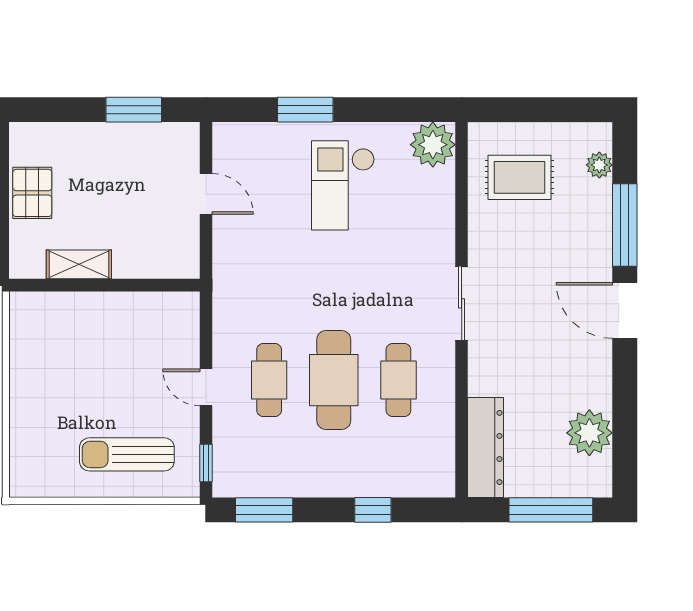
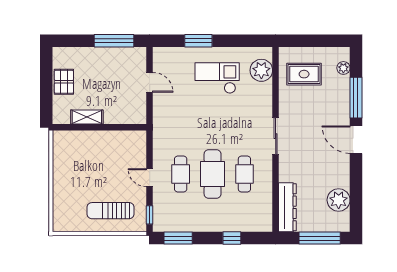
window: (134, 110) -> (114, 41), width x1.44
plant: (433, 145) -> (261, 70), moved
checkout: (343, 185) -> (217, 78), turned 90

